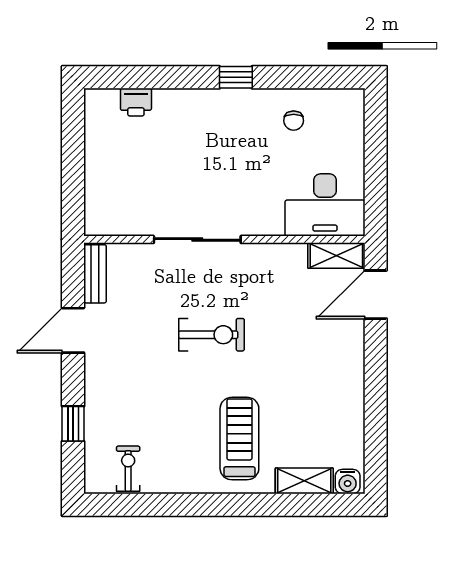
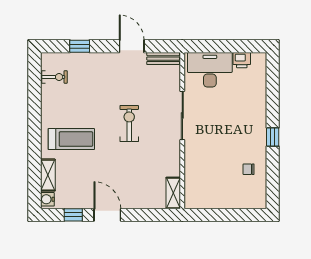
printer: (136, 102) -> (242, 60), moved, turned -90
desk: (325, 205) -> (210, 70), moved, turned 90
door: (376, 295) -> (107, 215), moved
exercise bike: (212, 335) -> (129, 123), turned 180
window: (376, 435) -> (73, 215), added

